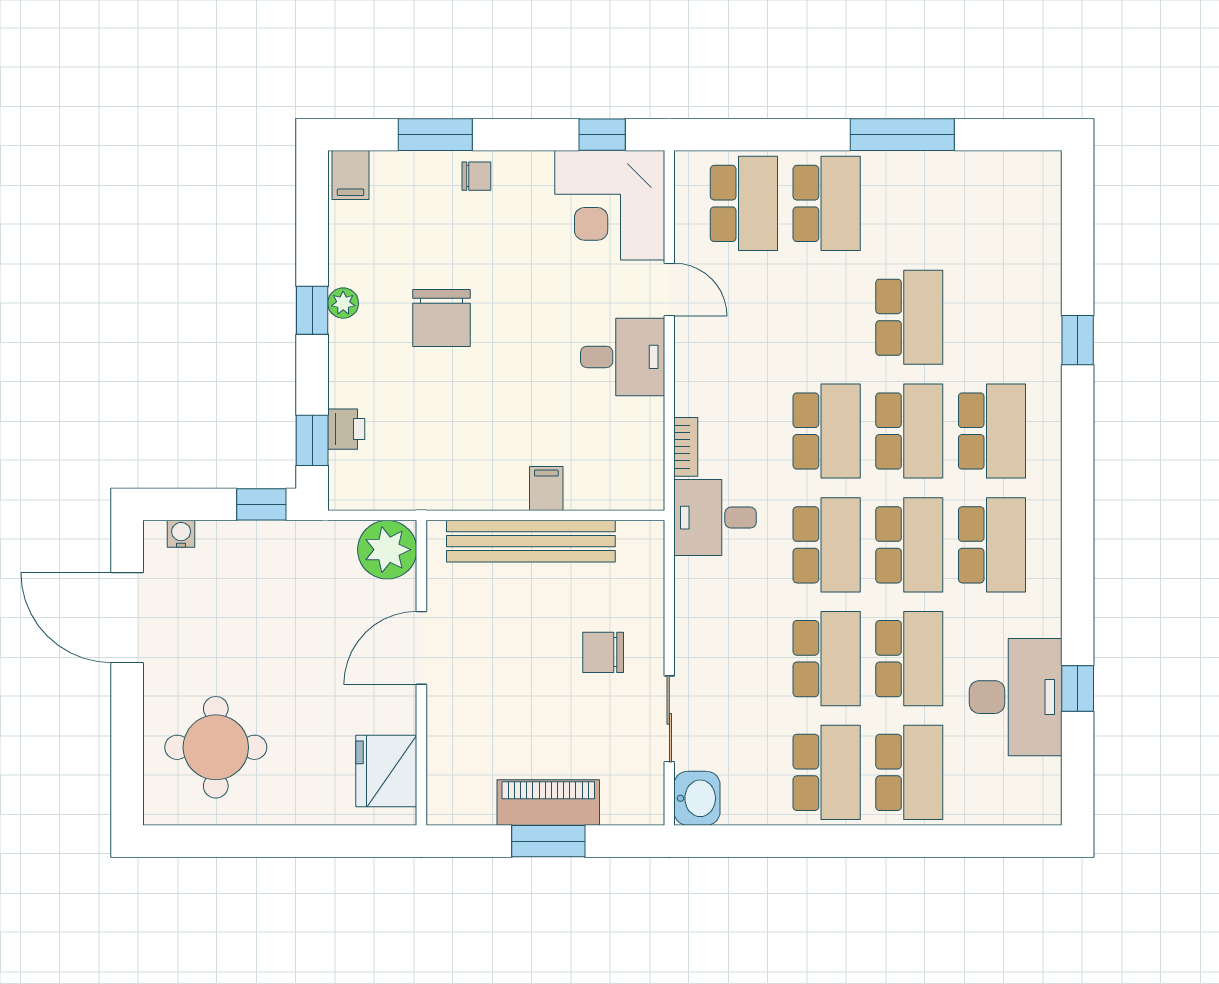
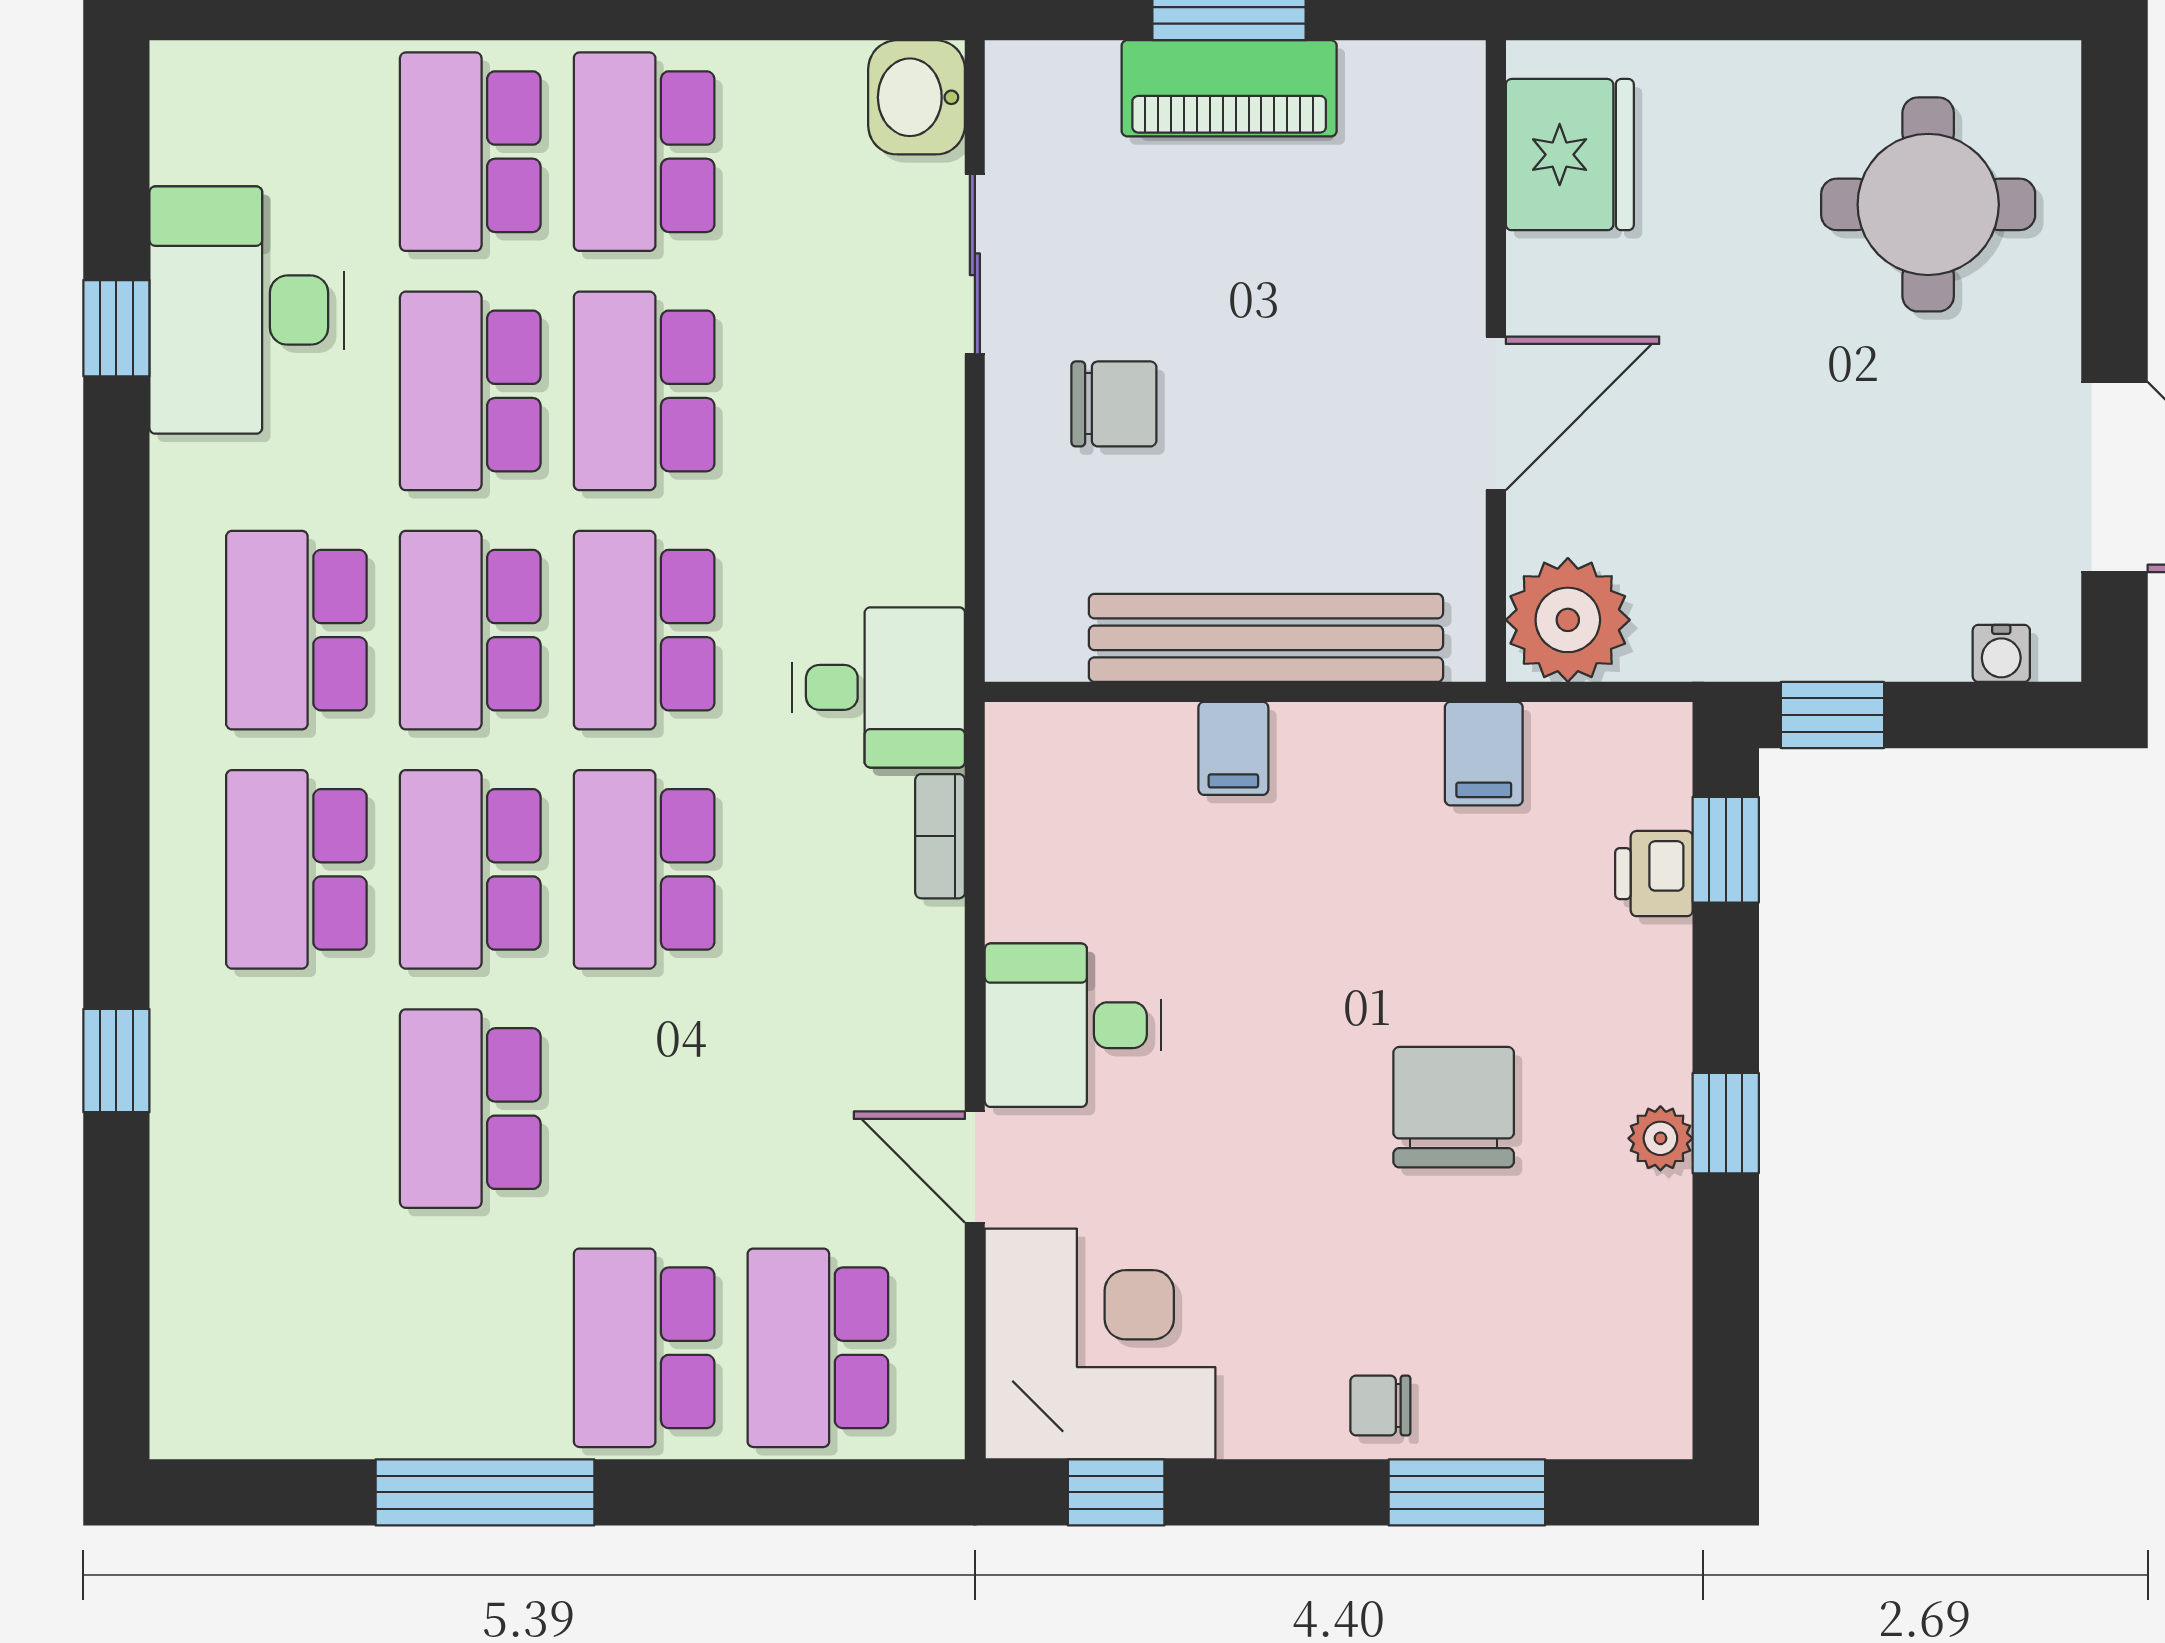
filing cabinet: (351, 175) -> (1484, 754), moved, turned 180

